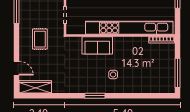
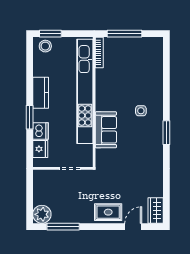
rug: (40, 39) -> (108, 212), moved
window: (177, 73) -> (124, 34), moved
wardrobe: (35, 87) -> (156, 210), width x0.67

